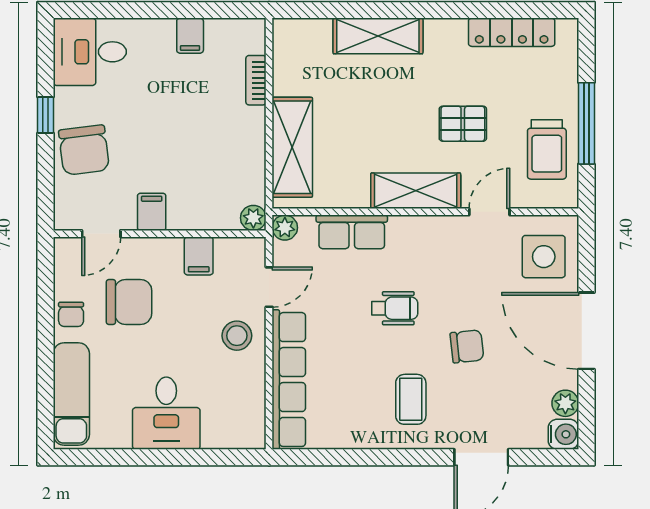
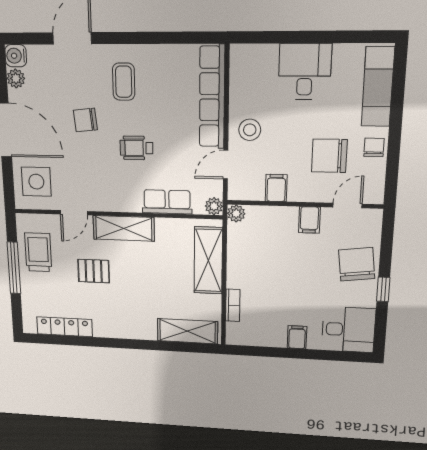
filing cabinet: (190, 36) -> (297, 337), moved
shelving: (378, 36) -> (187, 331), moved

